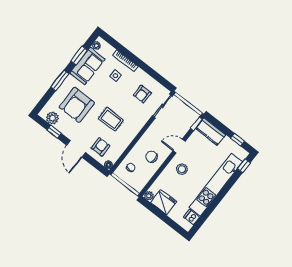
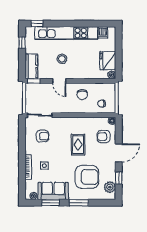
stool: (182, 169) -> (62, 59), moved

